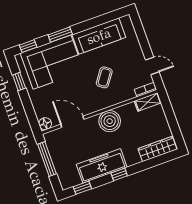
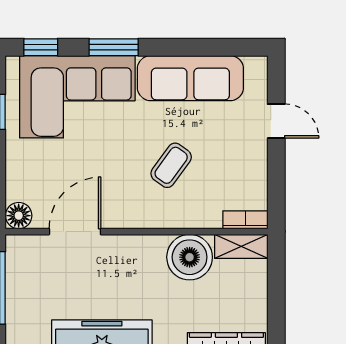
door: (152, 66) -> (276, 121), moved
boiler: (110, 121) -> (190, 257), moved
door: (72, 122) -> (75, 232), hinge flipped

